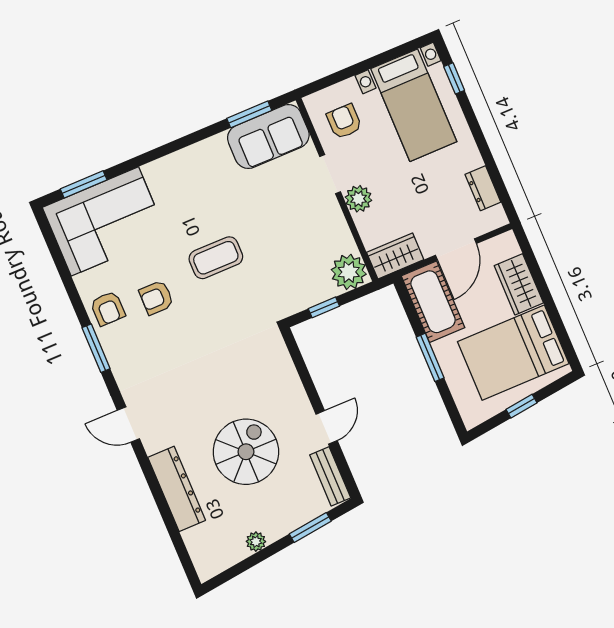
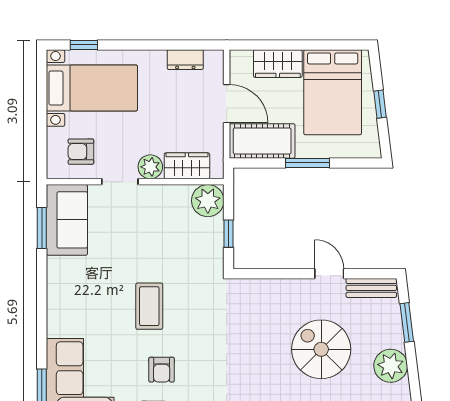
wardrobe: (395, 256) -> (187, 166), moved, turned 90
plant: (256, 542) -> (391, 366), width x1.88, depth x1.88

